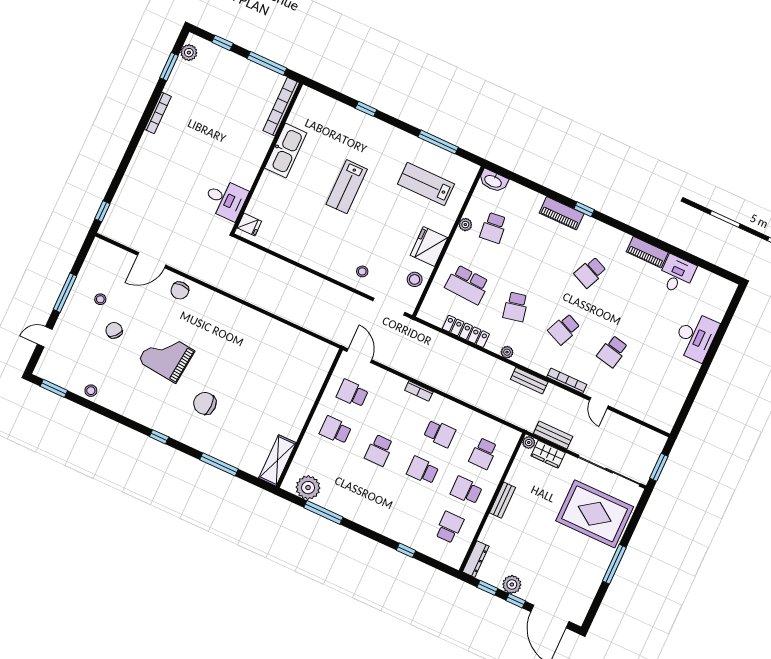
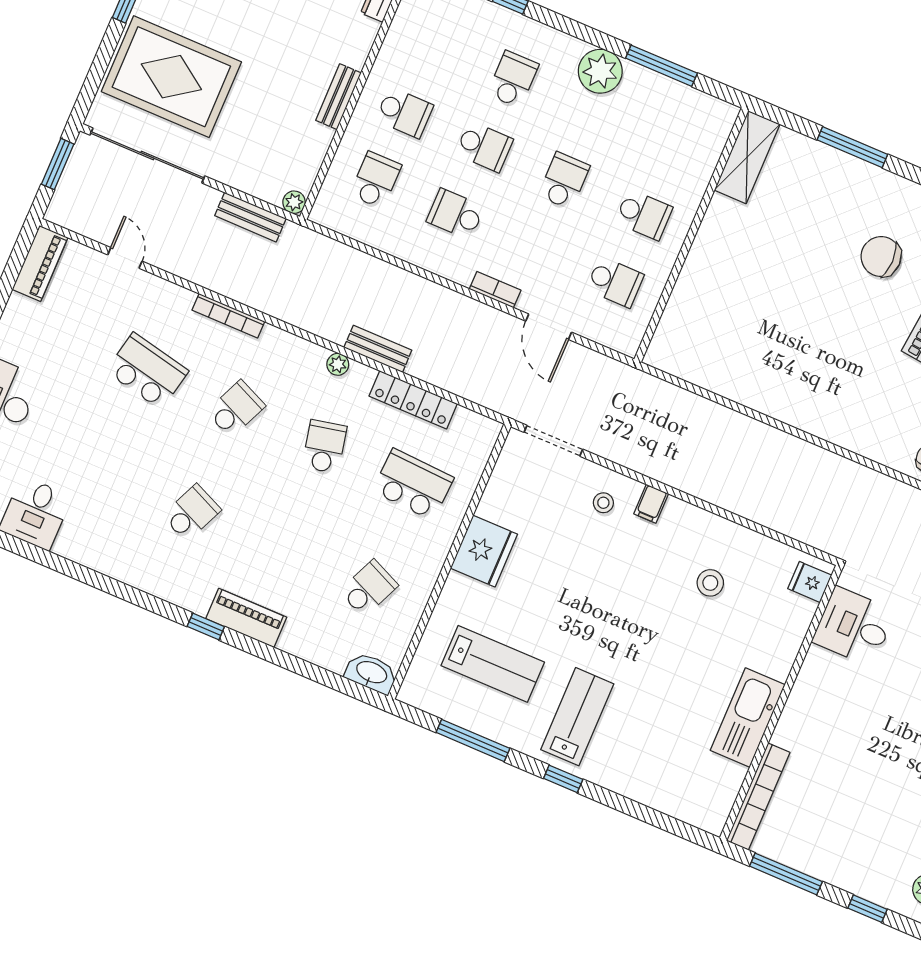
window: (366, 109) -> (563, 779), moved
lab bench: (347, 187) -> (577, 717), moved
plant: (465, 225) -> (419, 593), removed
school desk: (493, 228) -> (369, 588), turned 30
piano: (647, 252) -> (40, 263), moved, turned 90
filing cabinet: (336, 270) -> (651, 504), added
stool: (415, 279) -> (710, 583), moved
school desk: (613, 351) -> (147, 371), width x1.85
door: (359, 356) -> (549, 327), moved
bench: (529, 381) -> (378, 349), moved
chair: (205, 403) -> (881, 257), turned 180
door: (599, 403) -> (125, 258), moved
wardrobe: (548, 454) -> (259, 182), removed
plant: (308, 488) -> (600, 71), moved
school desk: (449, 527) -> (513, 79), moved, turned 180

